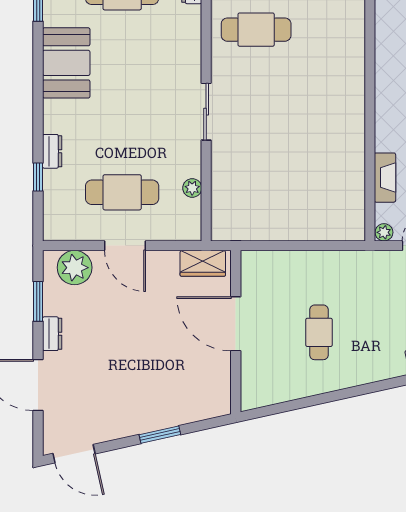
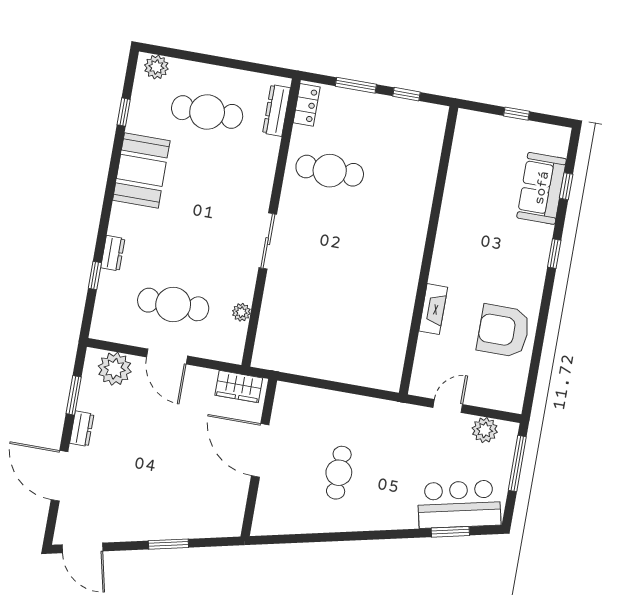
fireplace: (385, 178) -> (433, 309), moved
plant: (384, 232) -> (418, 387), removed

